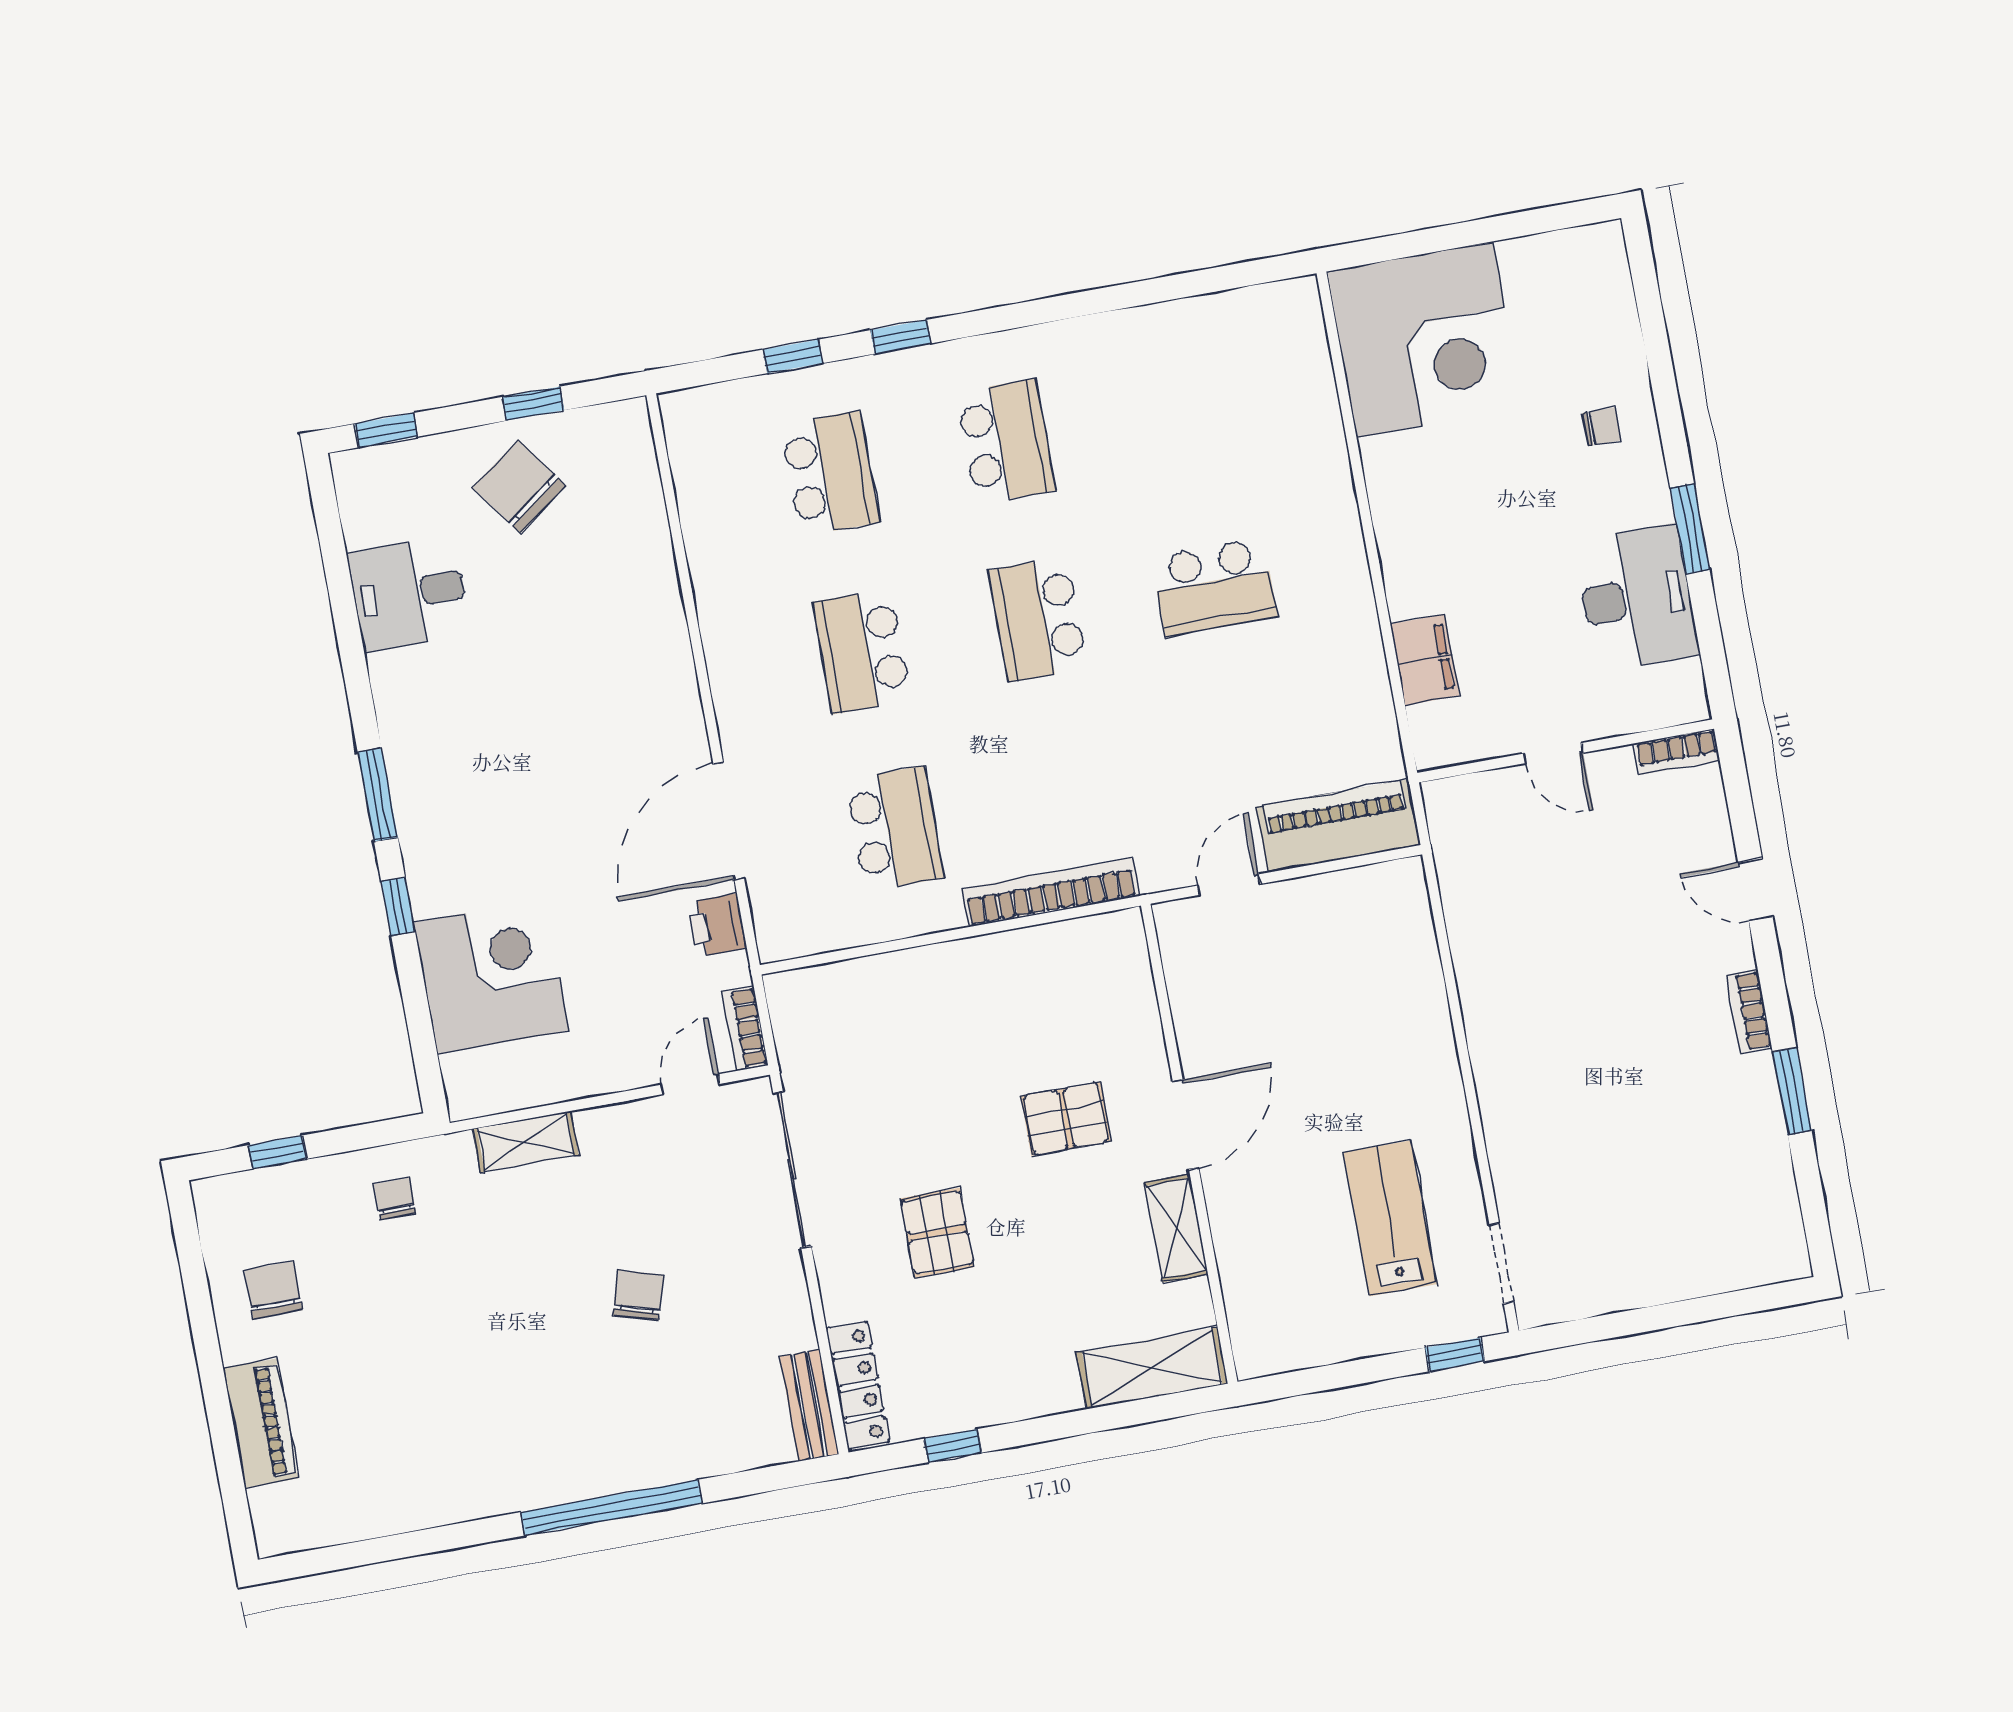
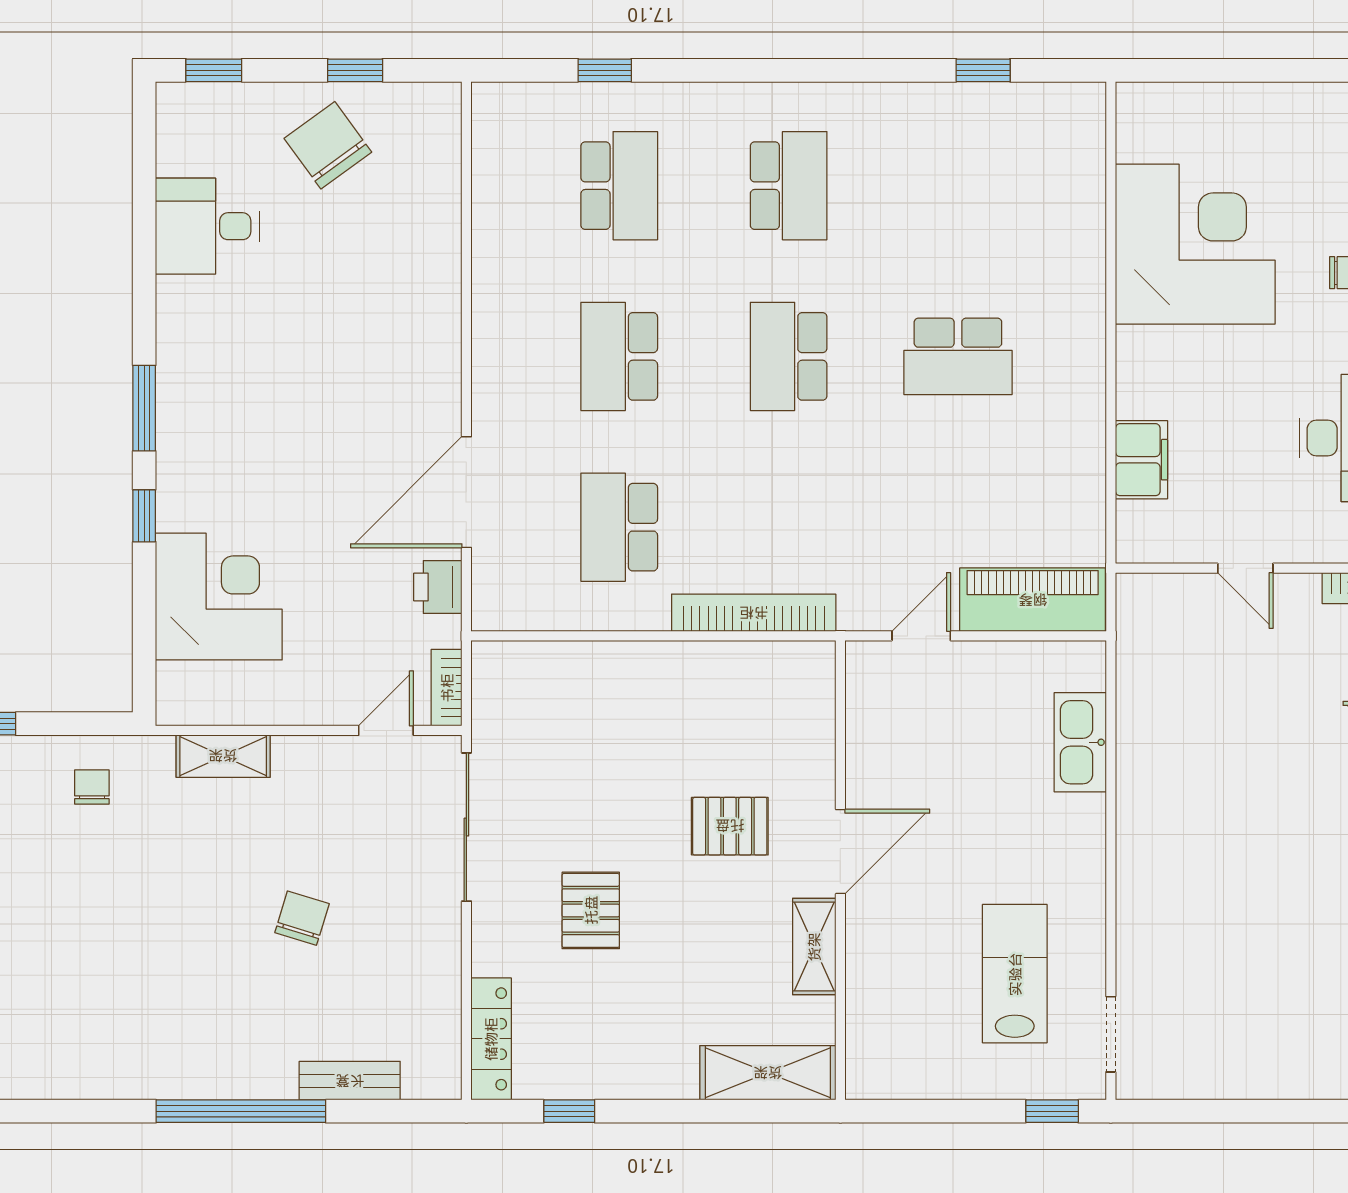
window: (901, 337) -> (983, 70), moved
corner desk: (1424, 340) -> (1195, 244), moved, turned -90
school desk: (894, 829) -> (619, 527), turned 180
kitchen sink: (1414, 965) -> (1080, 742), added
bench: (809, 1405) -> (350, 1081), moved, turned 90

